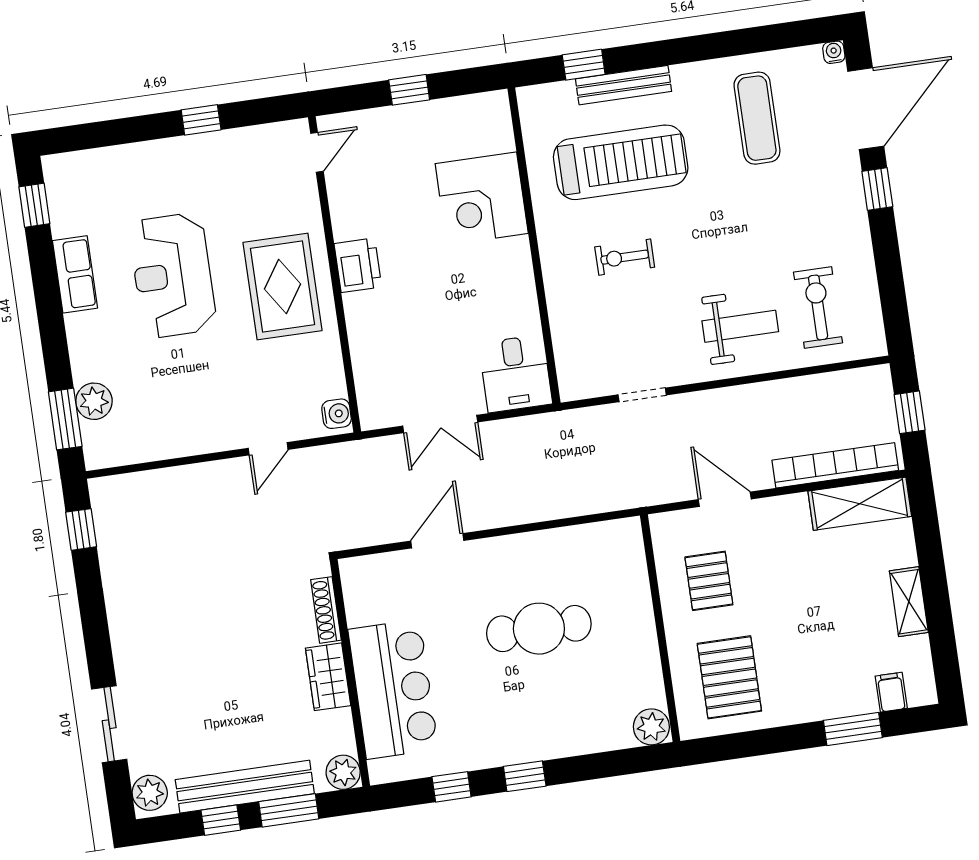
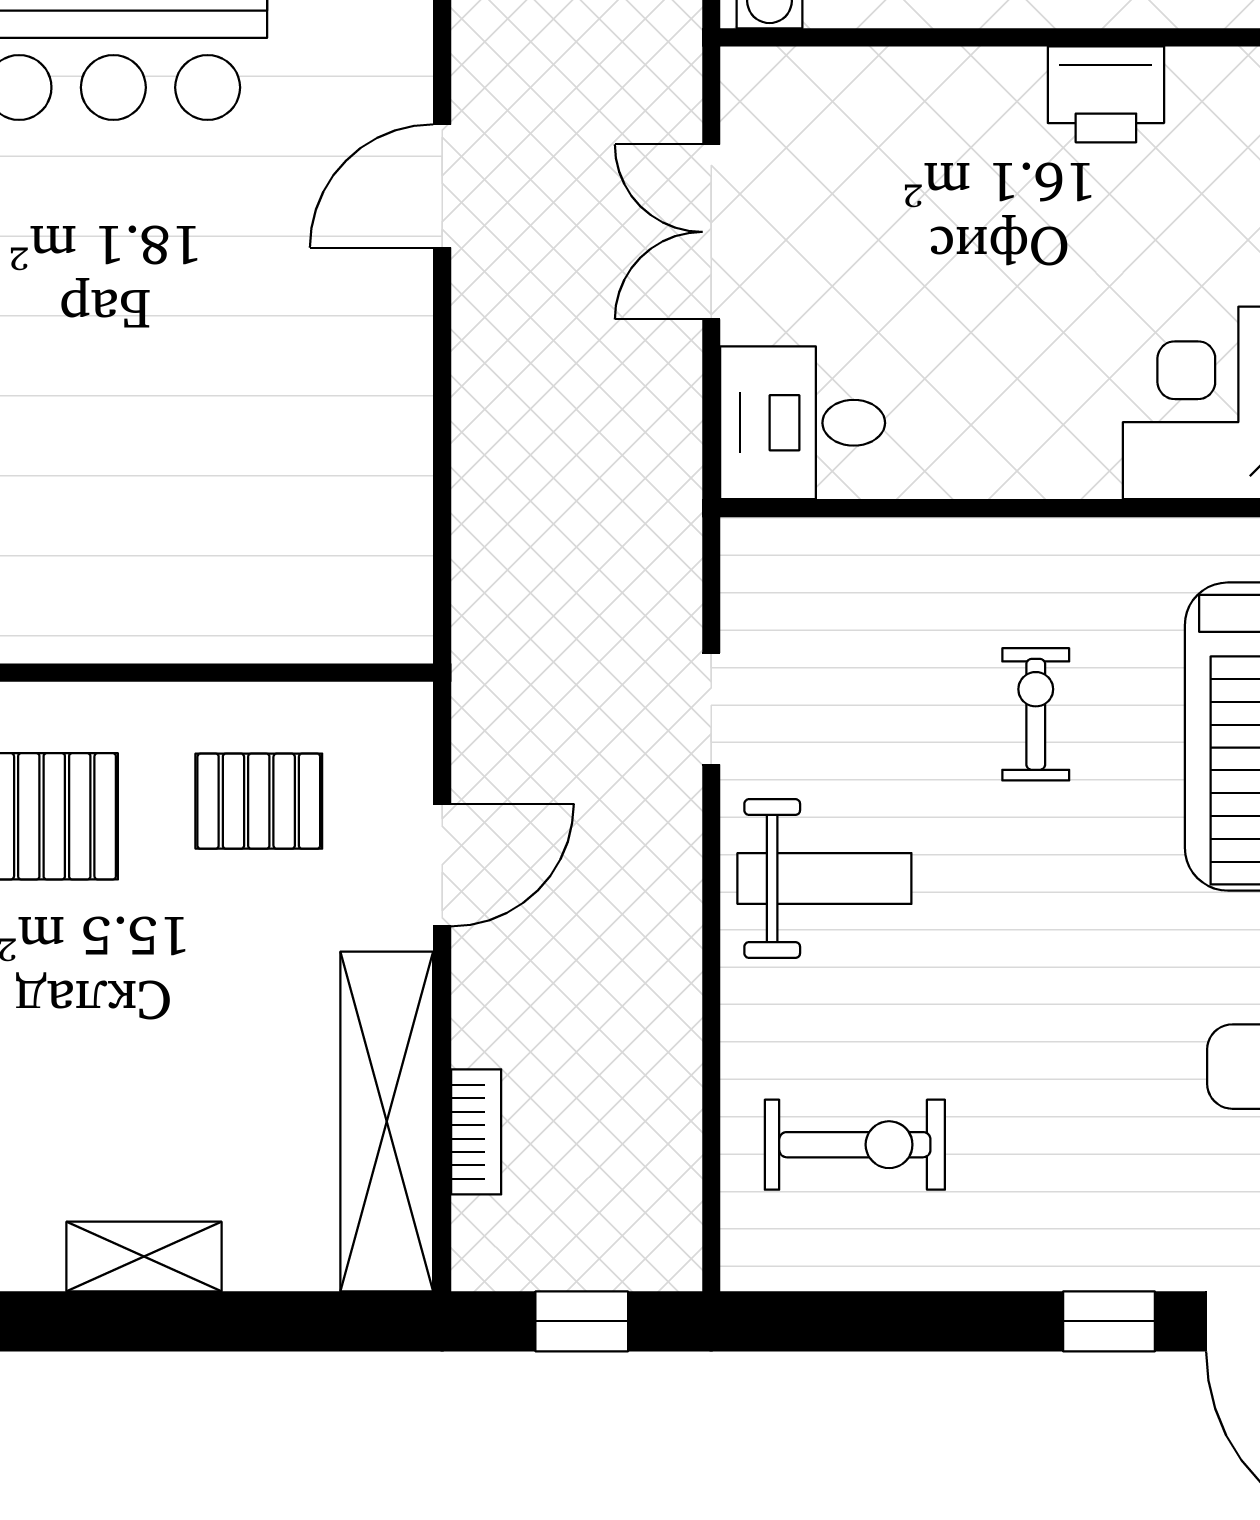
weight bench: (740, 326) -> (824, 879), moved, turned -90
bookcase: (835, 465) -> (476, 1132), width x0.43, depth x0.76
shelving: (860, 504) -> (387, 1121), width x1.47
door: (437, 541) -> (442, 186), swing flipped
cafe table: (539, 629) -> (205, 392), removed

